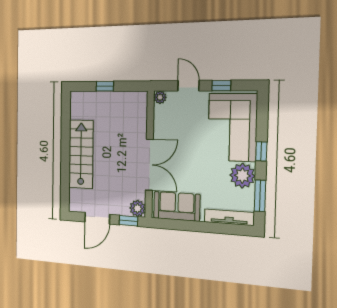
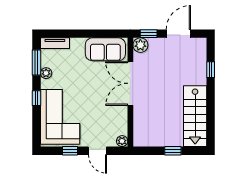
stairs: (81, 154) -> (195, 116), moved
window: (65, 176) -> (211, 70), added
plant: (242, 176) -> (46, 73), width x0.53, depth x0.53
tv unit: (229, 217) -> (55, 43), width x0.71

